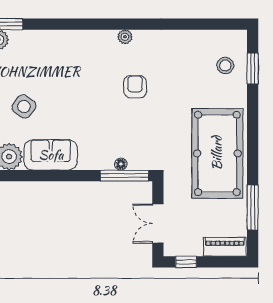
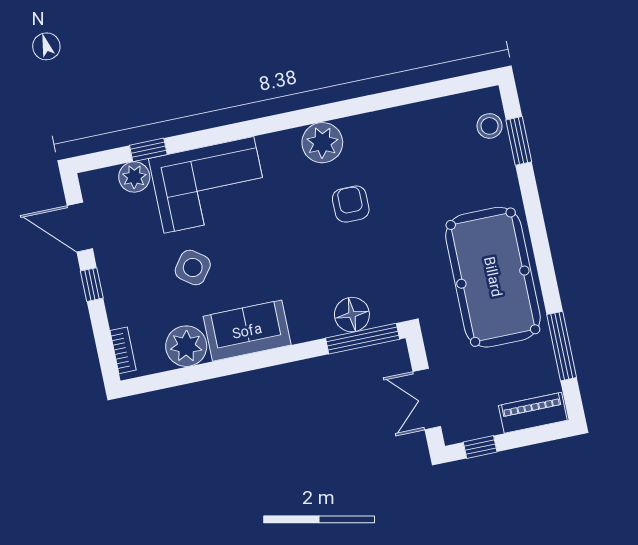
plant: (125, 37) -> (322, 143), width x1.88, depth x1.88
corner sofa: (46, 55) -> (209, 185), added
stool: (225, 65) -> (490, 126), moved
floor lamp: (121, 164) -> (352, 315), width x1.89, depth x1.89

